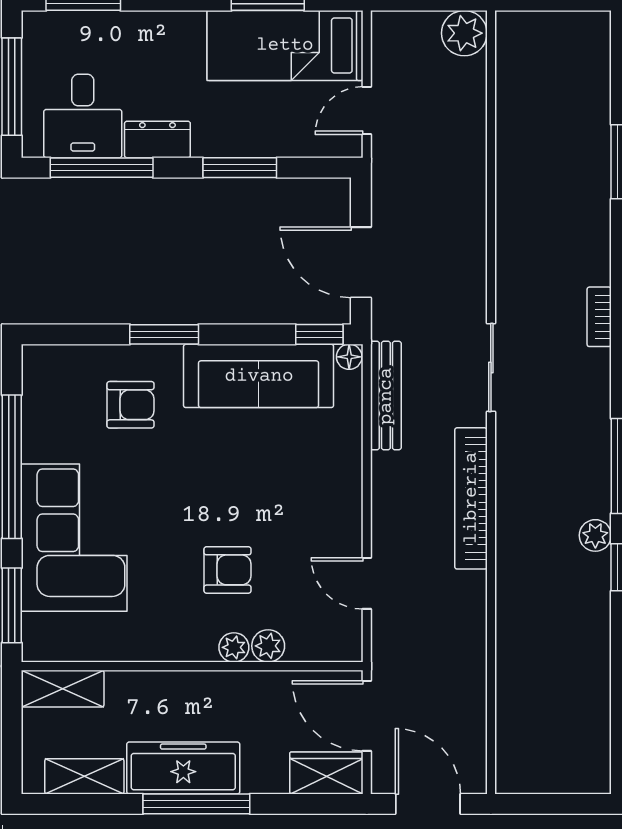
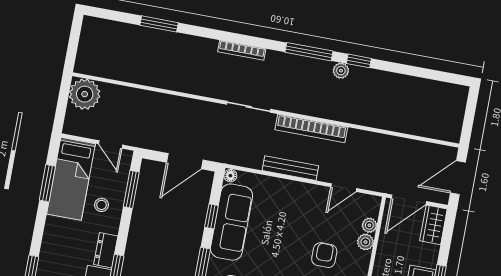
plant: (464, 33) -> (85, 94), width x1.36, depth x1.36
stool: (245, 115) -> (101, 205), added
window: (240, 168) -> (131, 189), moved
bookcase: (599, 317) -> (242, 50), width x1.56
window: (319, 334) -> (211, 216), moved
bench: (386, 396) -> (290, 168), moved
plant: (234, 647) -> (369, 225), moved

